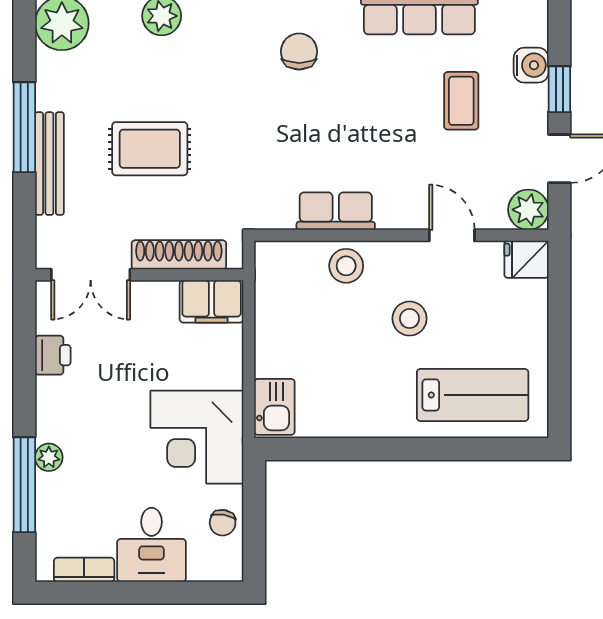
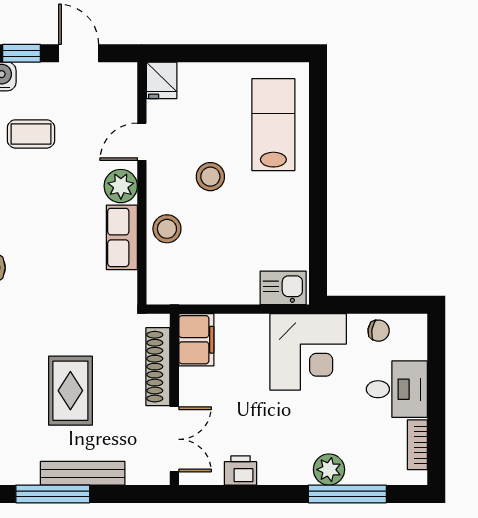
plant: (528, 210) -> (121, 186), moved
plant: (49, 457) -> (329, 470), width x1.38, depth x1.38

